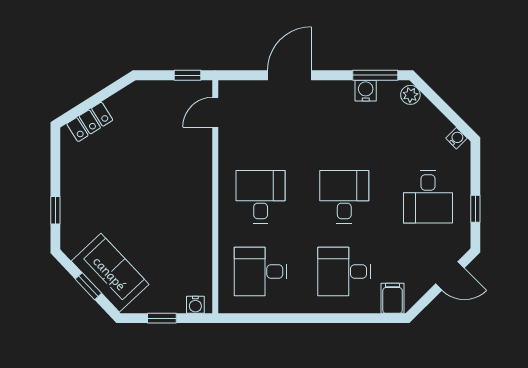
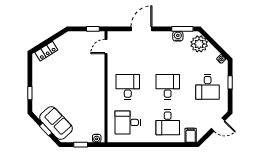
plant: (410, 95) -> (199, 44), width x1.87, depth x1.87
window: (475, 209) -> (230, 82), moved
desk: (344, 271) -> (168, 122), turned -90

